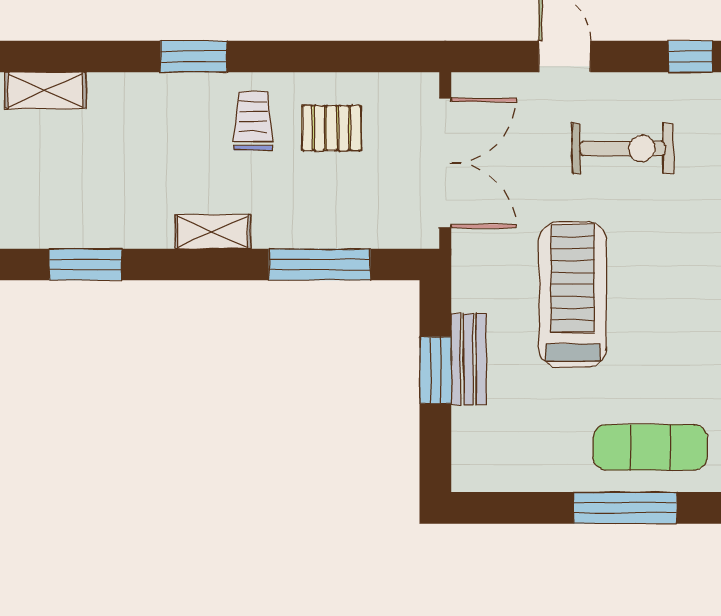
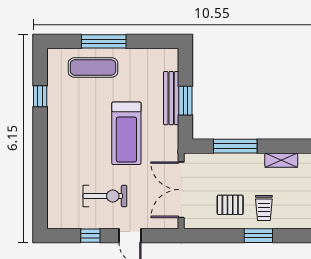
window: (194, 56) -> (258, 236), moved
window: (691, 56) -> (90, 236), moved
exercise bike: (623, 148) -> (105, 196), turned 180
bench: (469, 359) -> (171, 98), width x1.36

